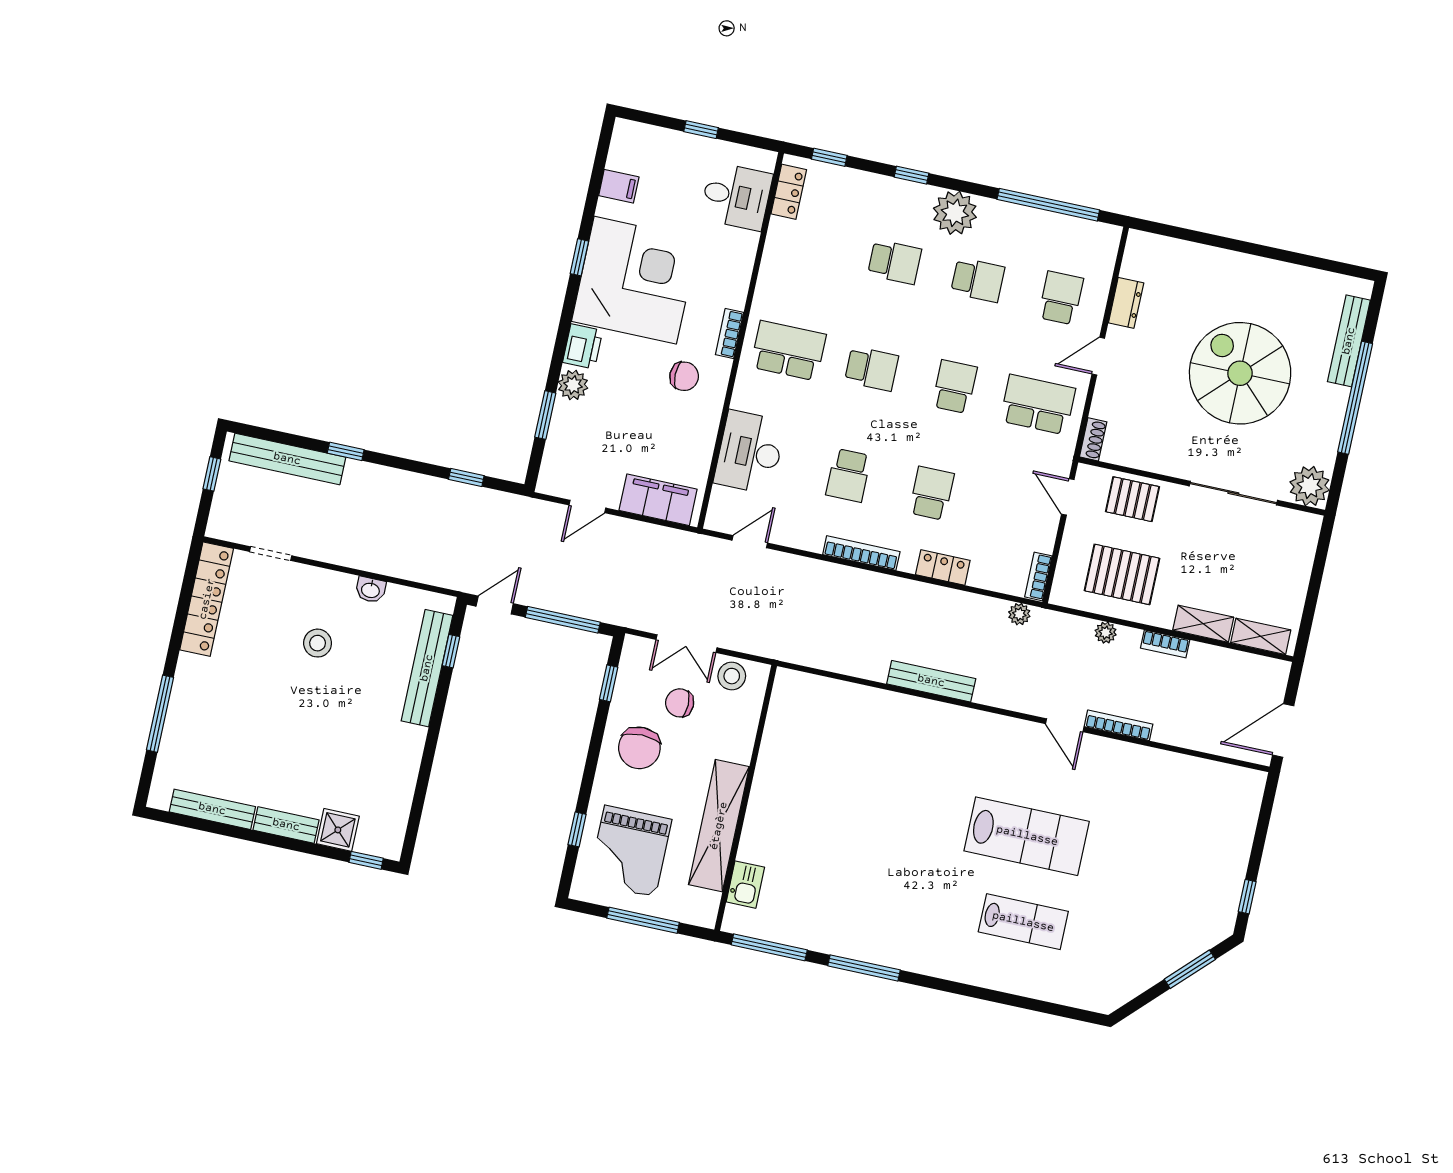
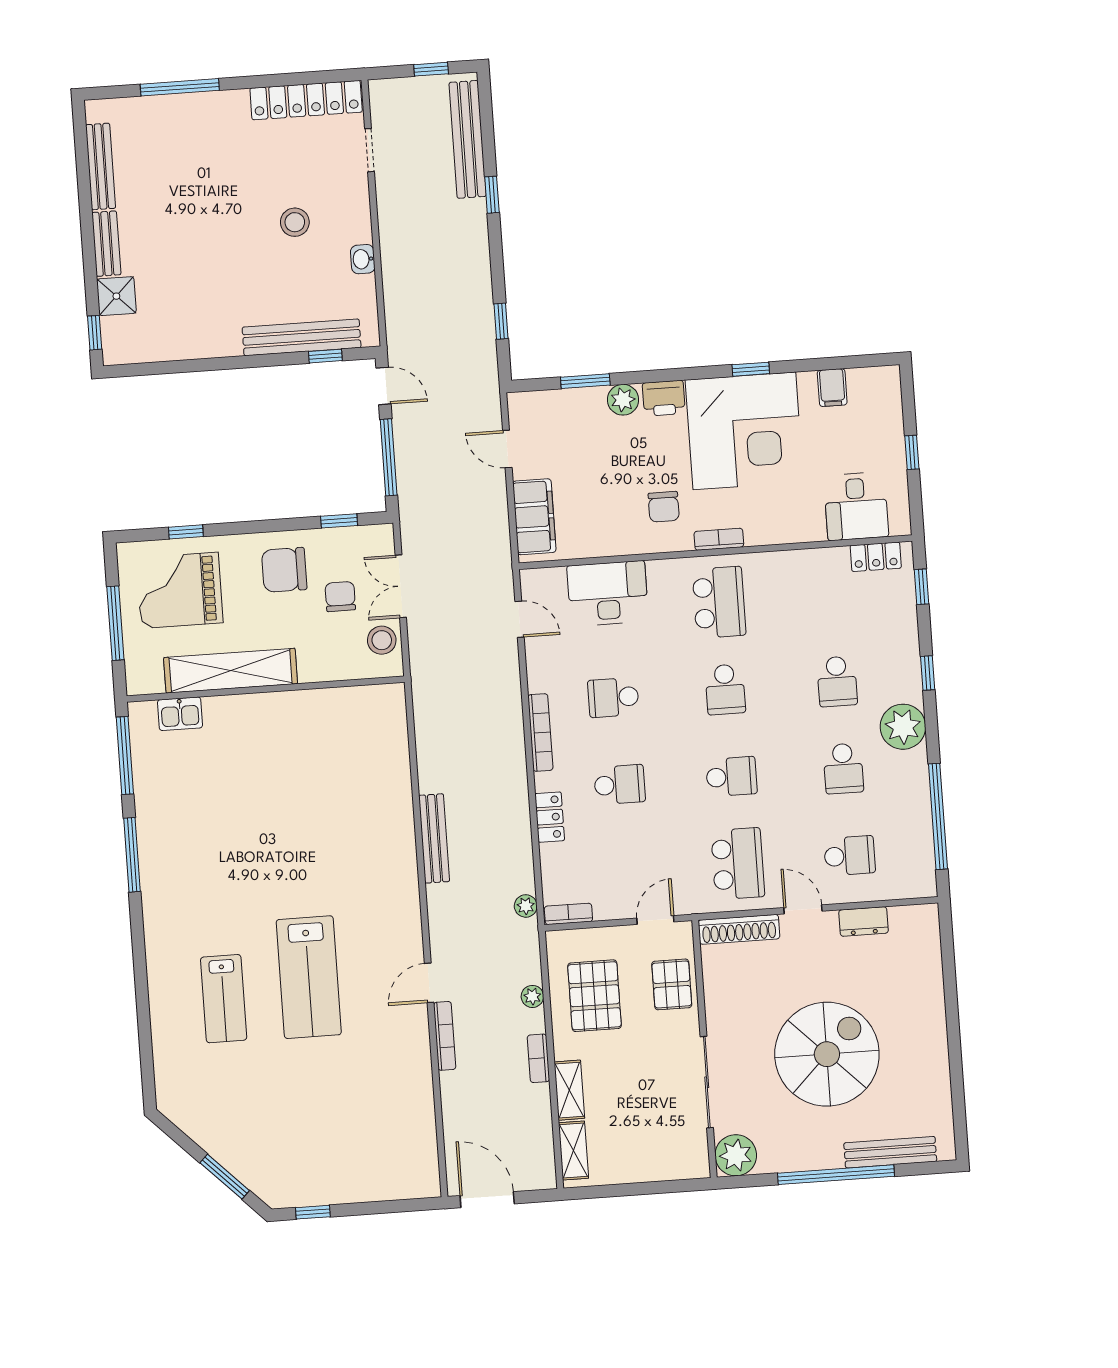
shoe rack: (1093, 439) -> (739, 929), width x1.94, depth x1.24

